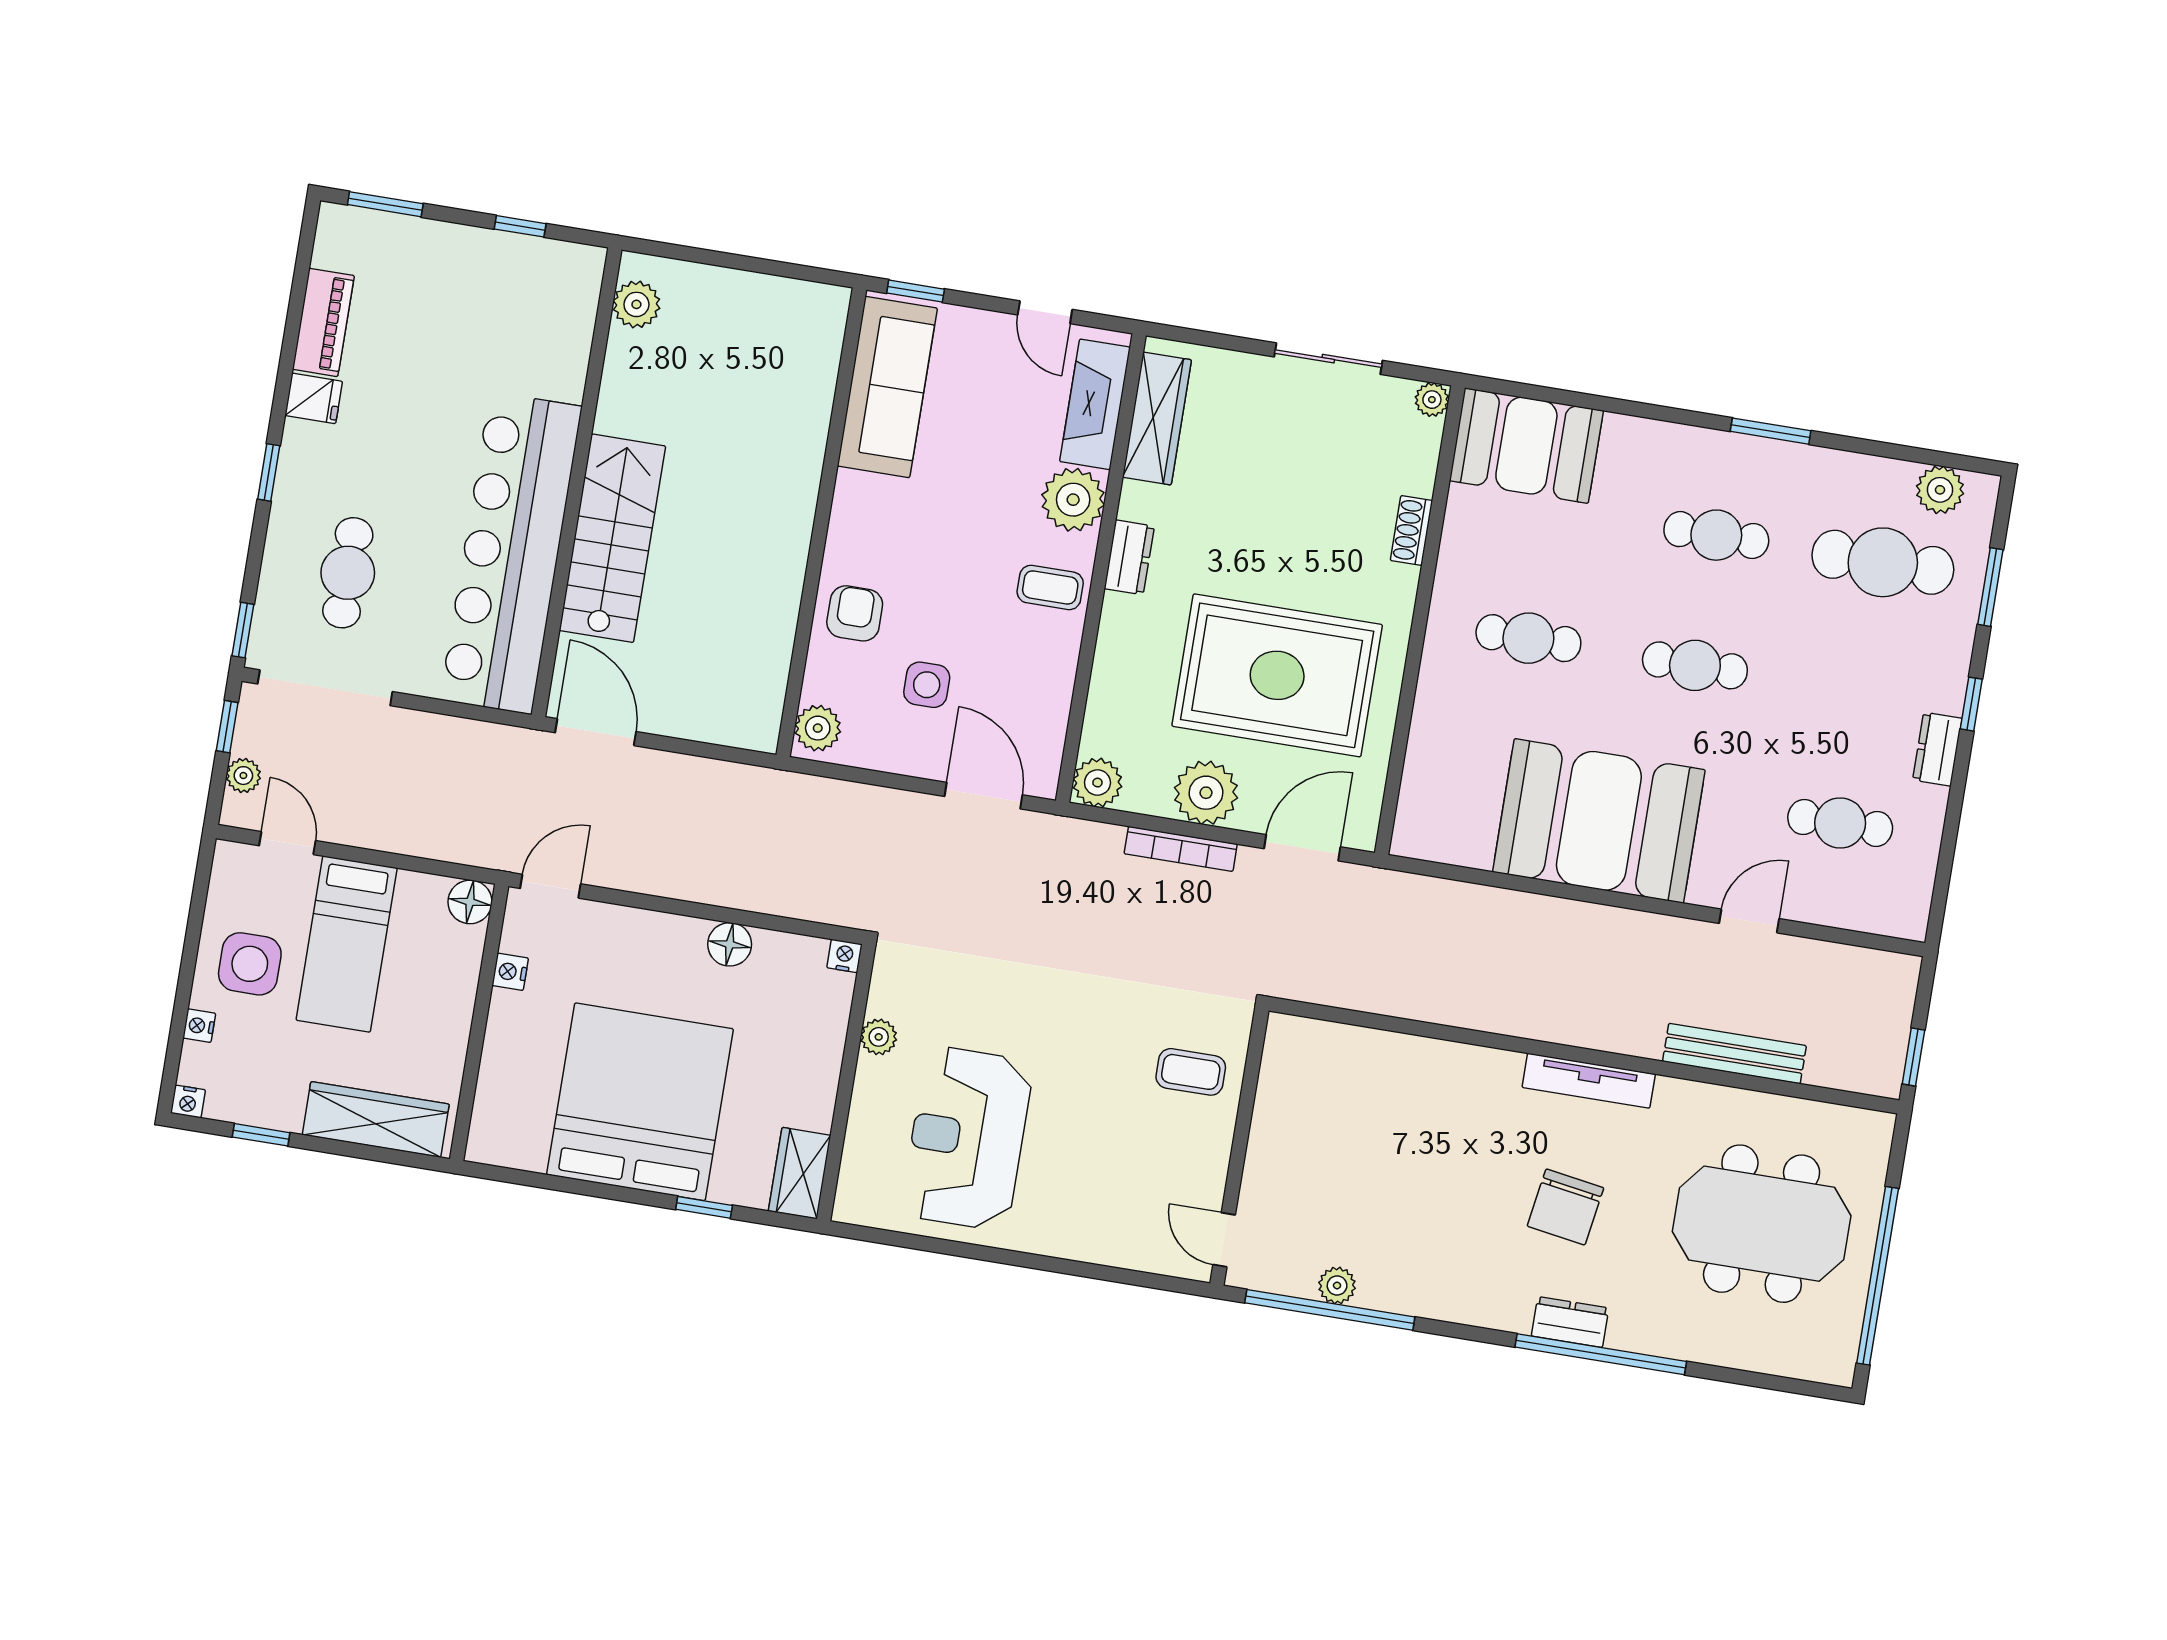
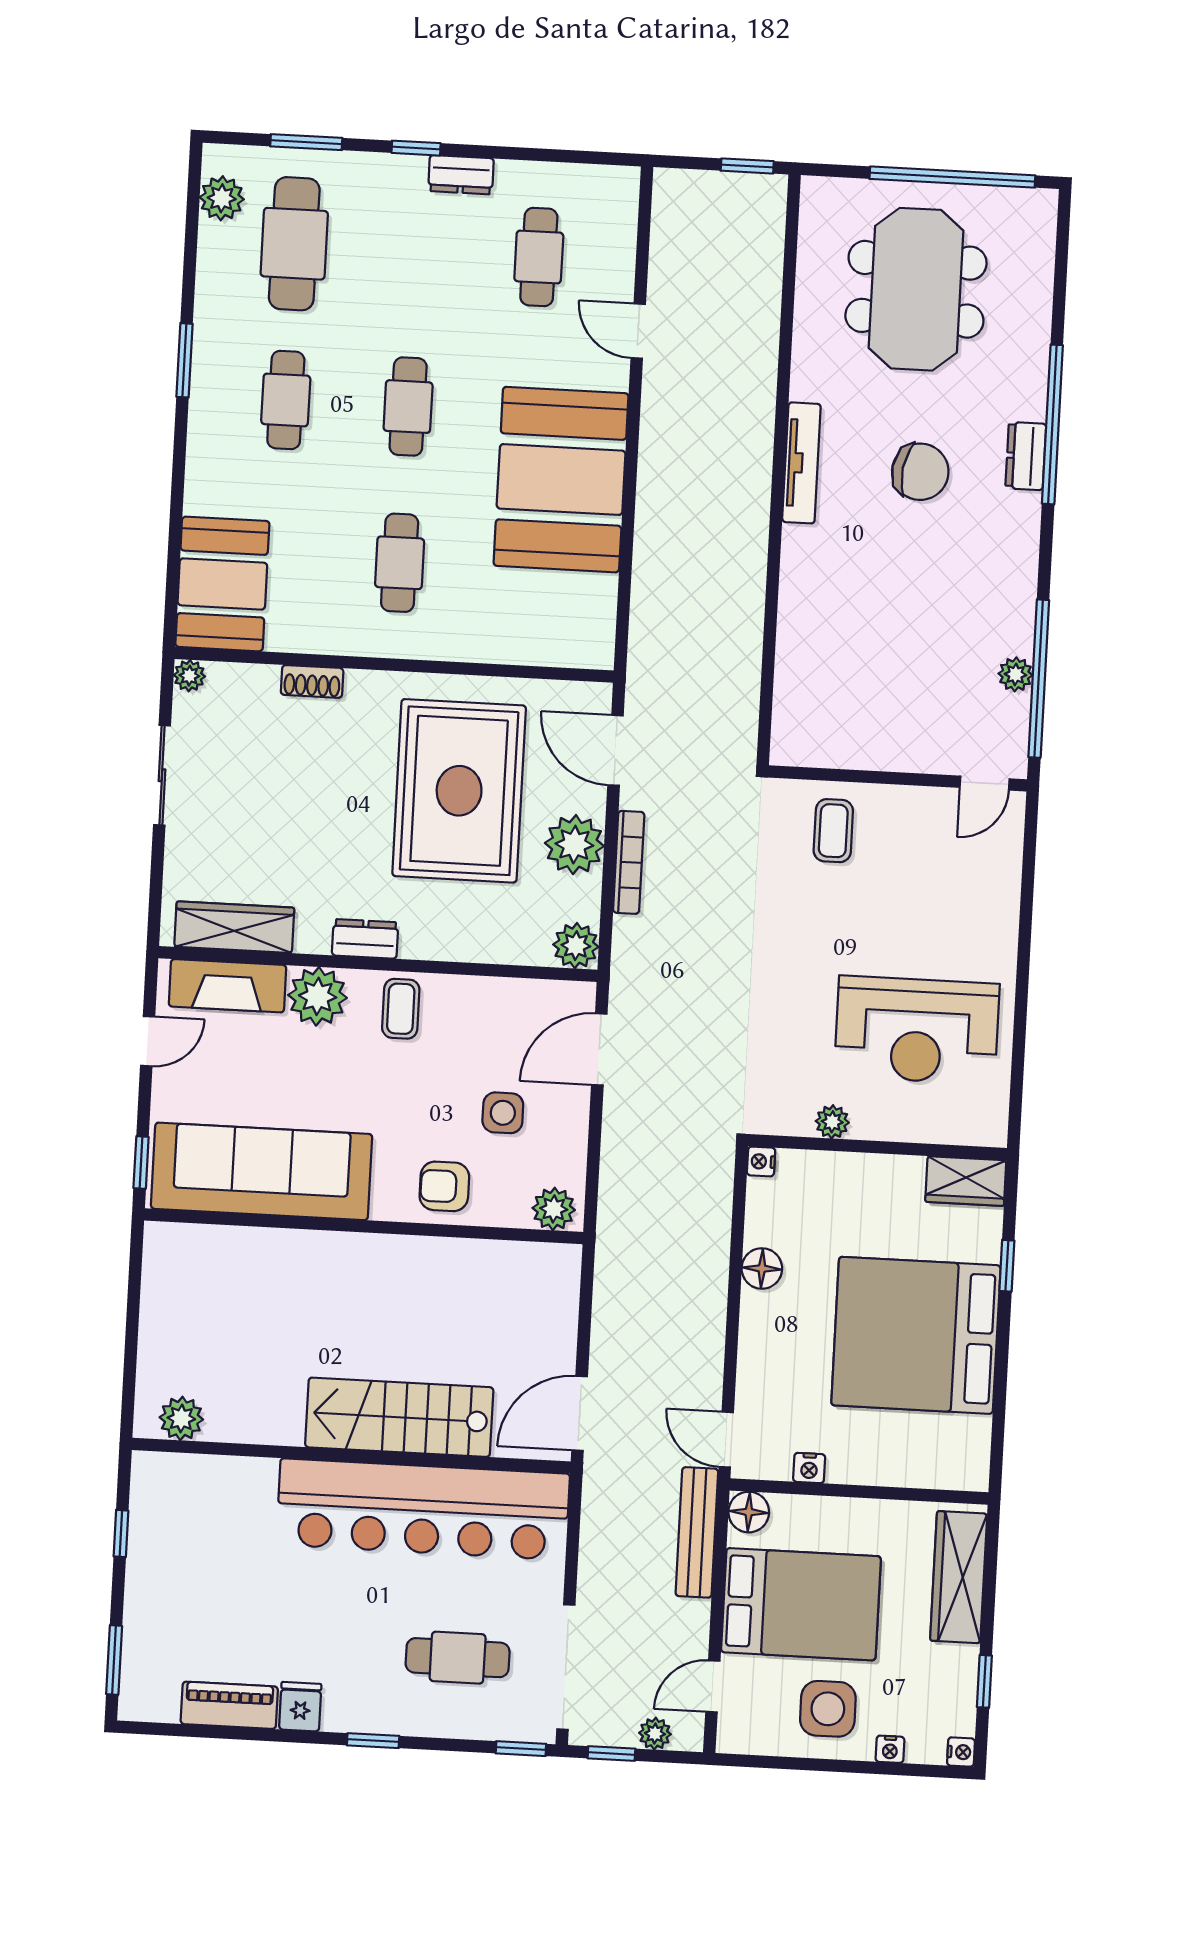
sofa: (887, 387) -> (262, 1171), width x1.36, depth x1.27
bed: (347, 944) -> (801, 1604), width x1.50
bench: (1734, 1054) -> (697, 1532), moved

